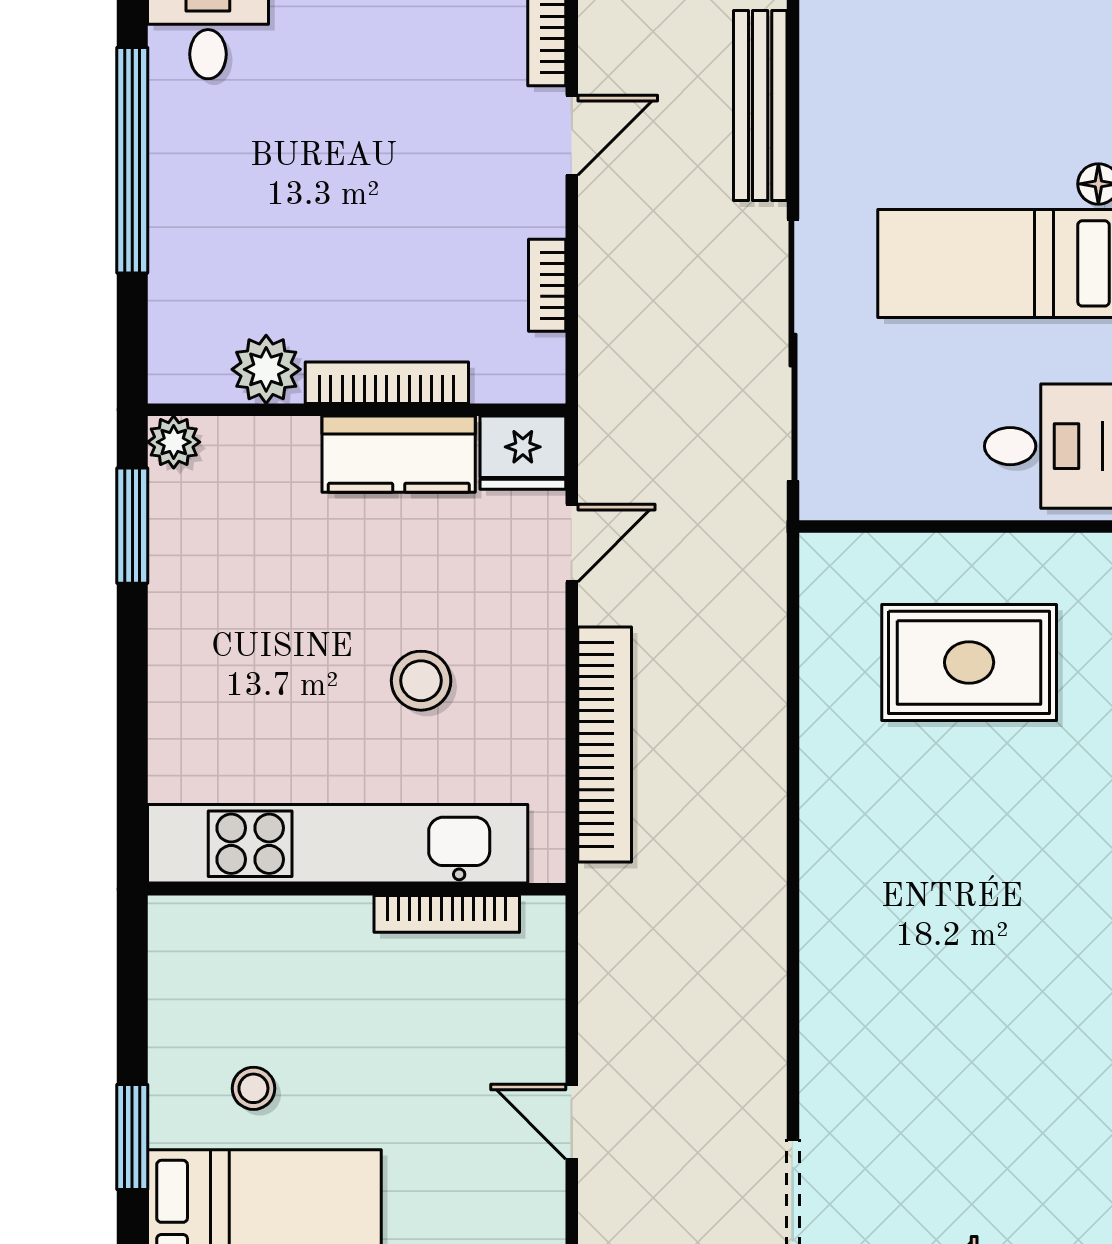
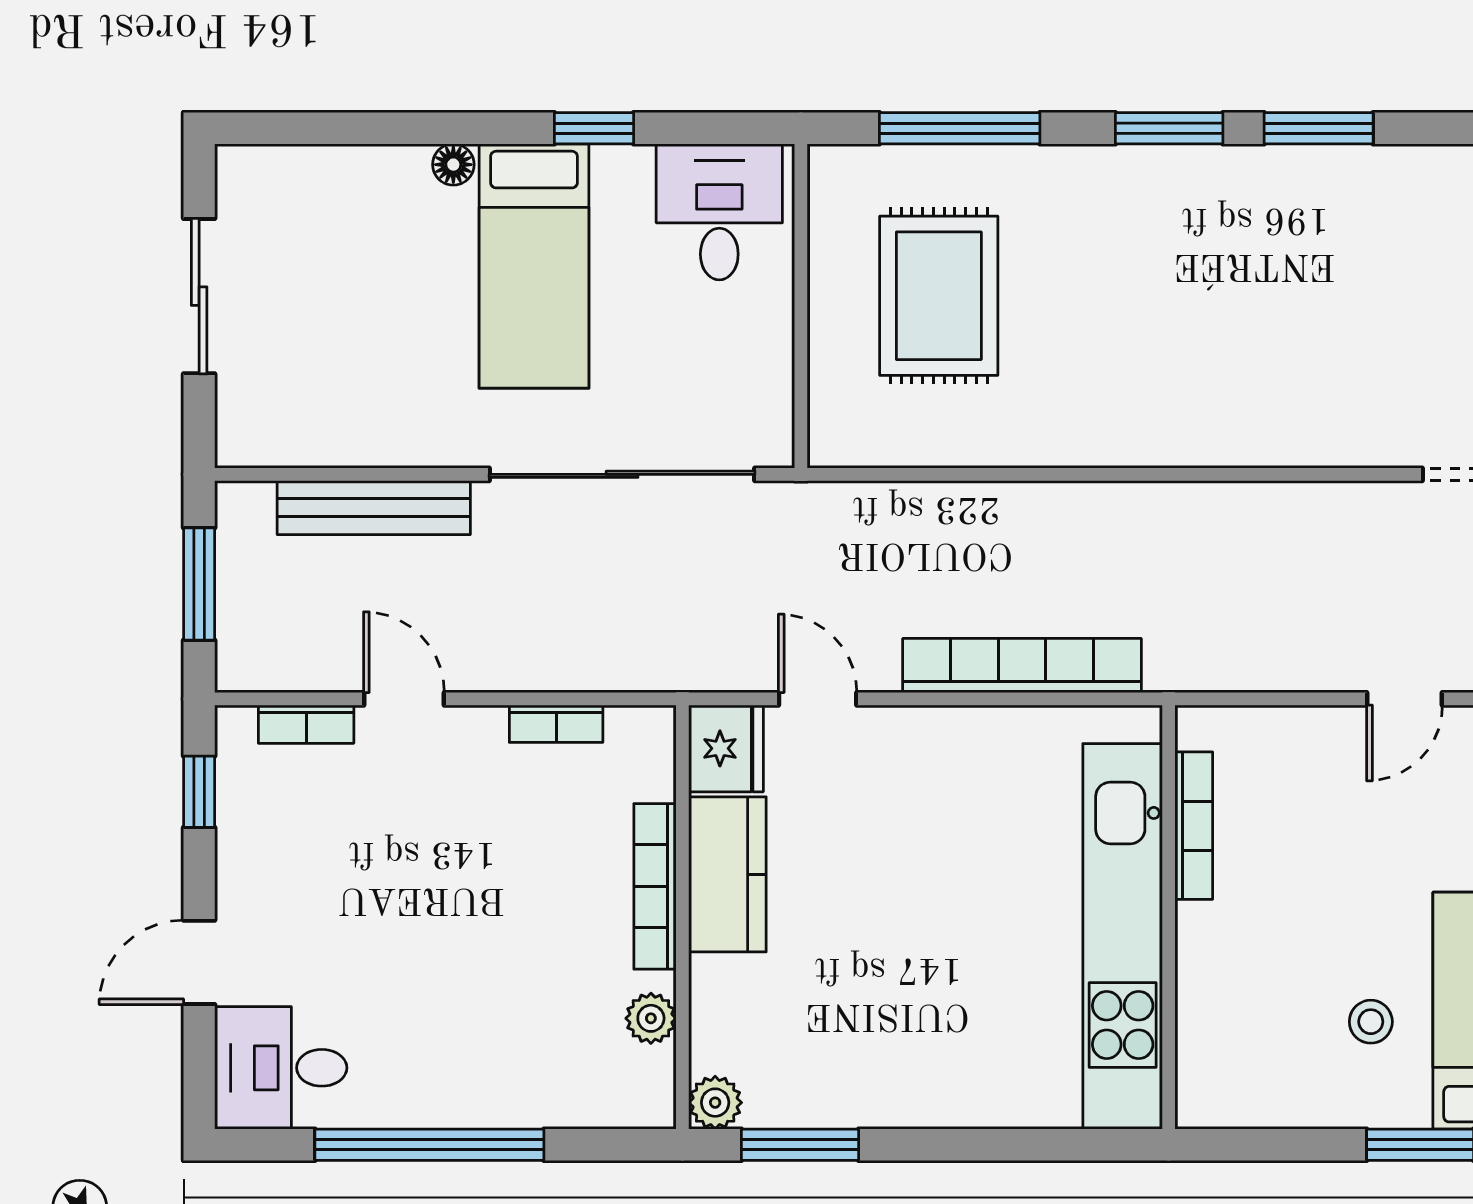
plant: (266, 369) -> (651, 1018), width x0.73, depth x0.73
stool: (421, 681) -> (957, 852), removed

